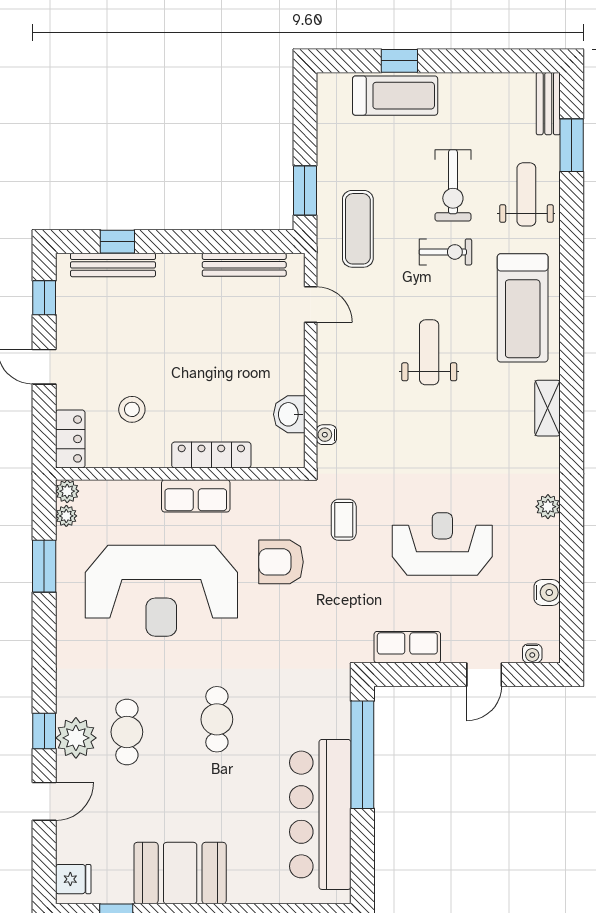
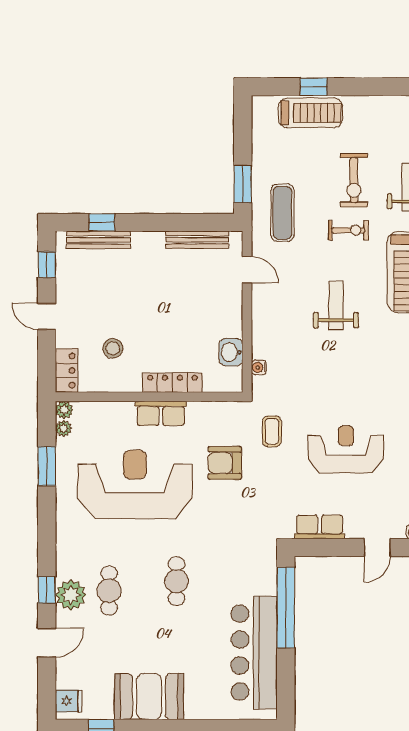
reception desk: (161, 591) -> (135, 485), turned 180

